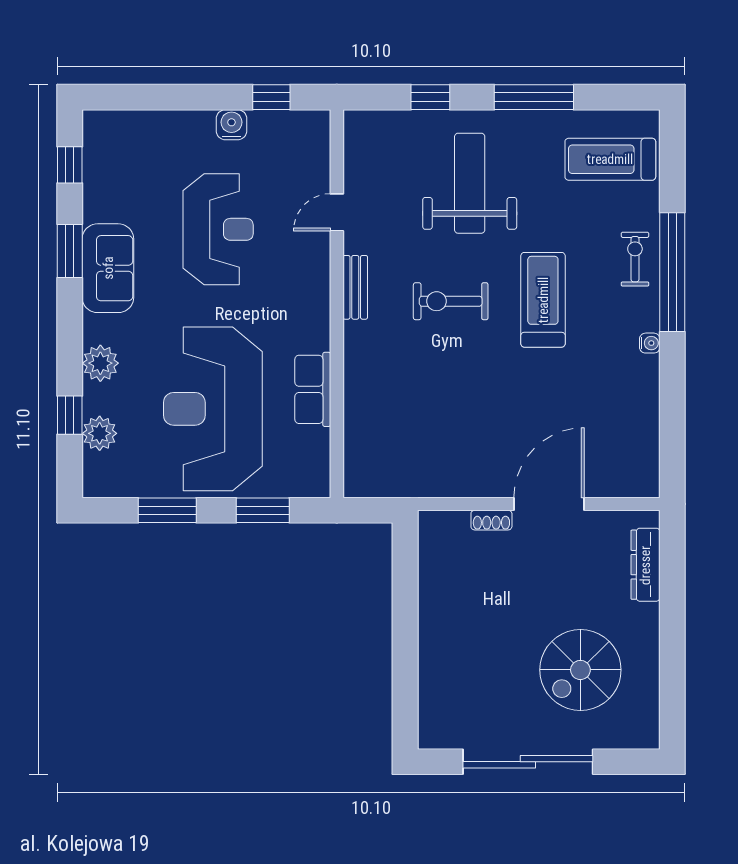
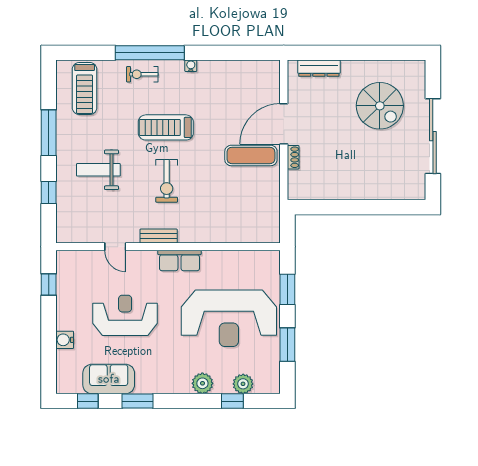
water cooler: (231, 125) -> (65, 340), moved
weight bench: (470, 183) -> (98, 170), width x0.73, depth x0.75
sofa: (108, 268) -> (109, 379), moved
row of seats: (313, 389) -> (179, 261), moved
exercise mat: (494, 447) -> (251, 155), added
door: (549, 504) -> (284, 124), hinge flipped

